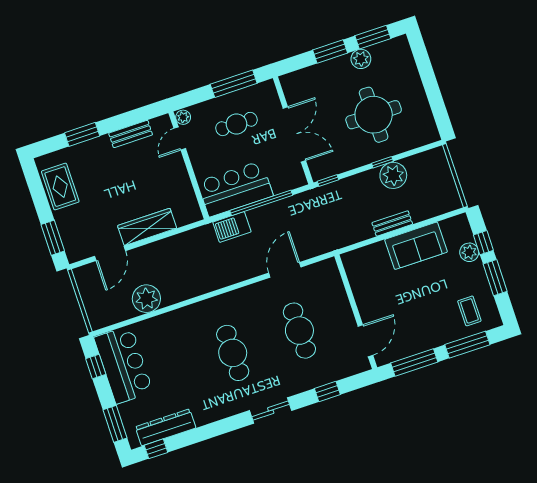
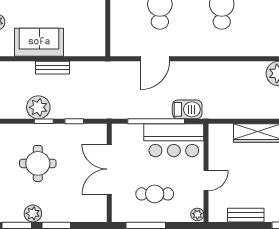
round table: (374, 115) -> (38, 163), width x0.73, depth x0.73
door: (180, 138) -> (206, 181), moved
window: (328, 180) -> (74, 121), moved

